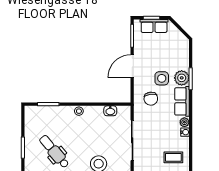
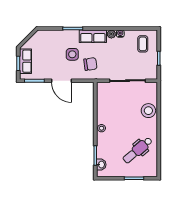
plant: (182, 78) -> (72, 37), removed
washbasin: (110, 111) -> (101, 165), moved

